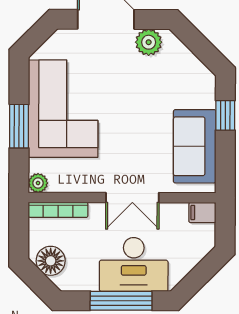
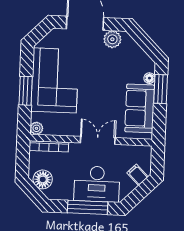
floor lamp: (208, 99) -> (149, 78), added
window: (225, 115) -> (161, 89), width x1.50
double door: (132, 198) -> (98, 140), swing flipped
filing cabinet: (202, 213) -> (138, 175), moved, turned 45

